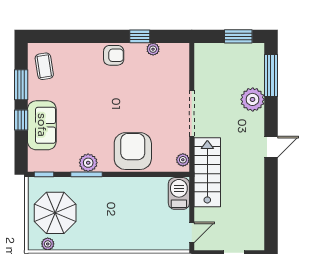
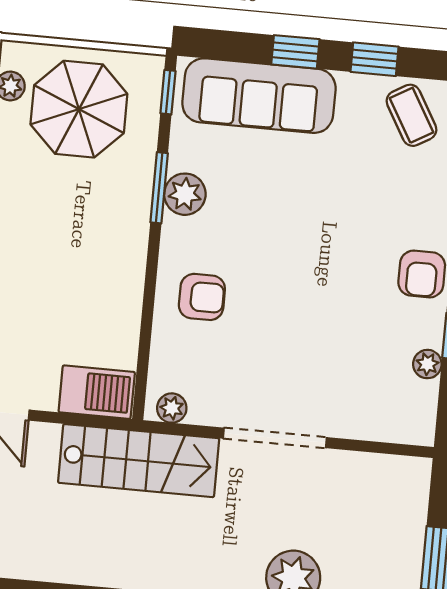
coffee table: (44, 66) -> (411, 115), turned 69
window: (21, 85) -> (374, 59), width x0.67
sofa: (42, 125) -> (259, 96), width x1.36
armchair: (133, 151) -> (202, 297), width x0.53, depth x0.53

